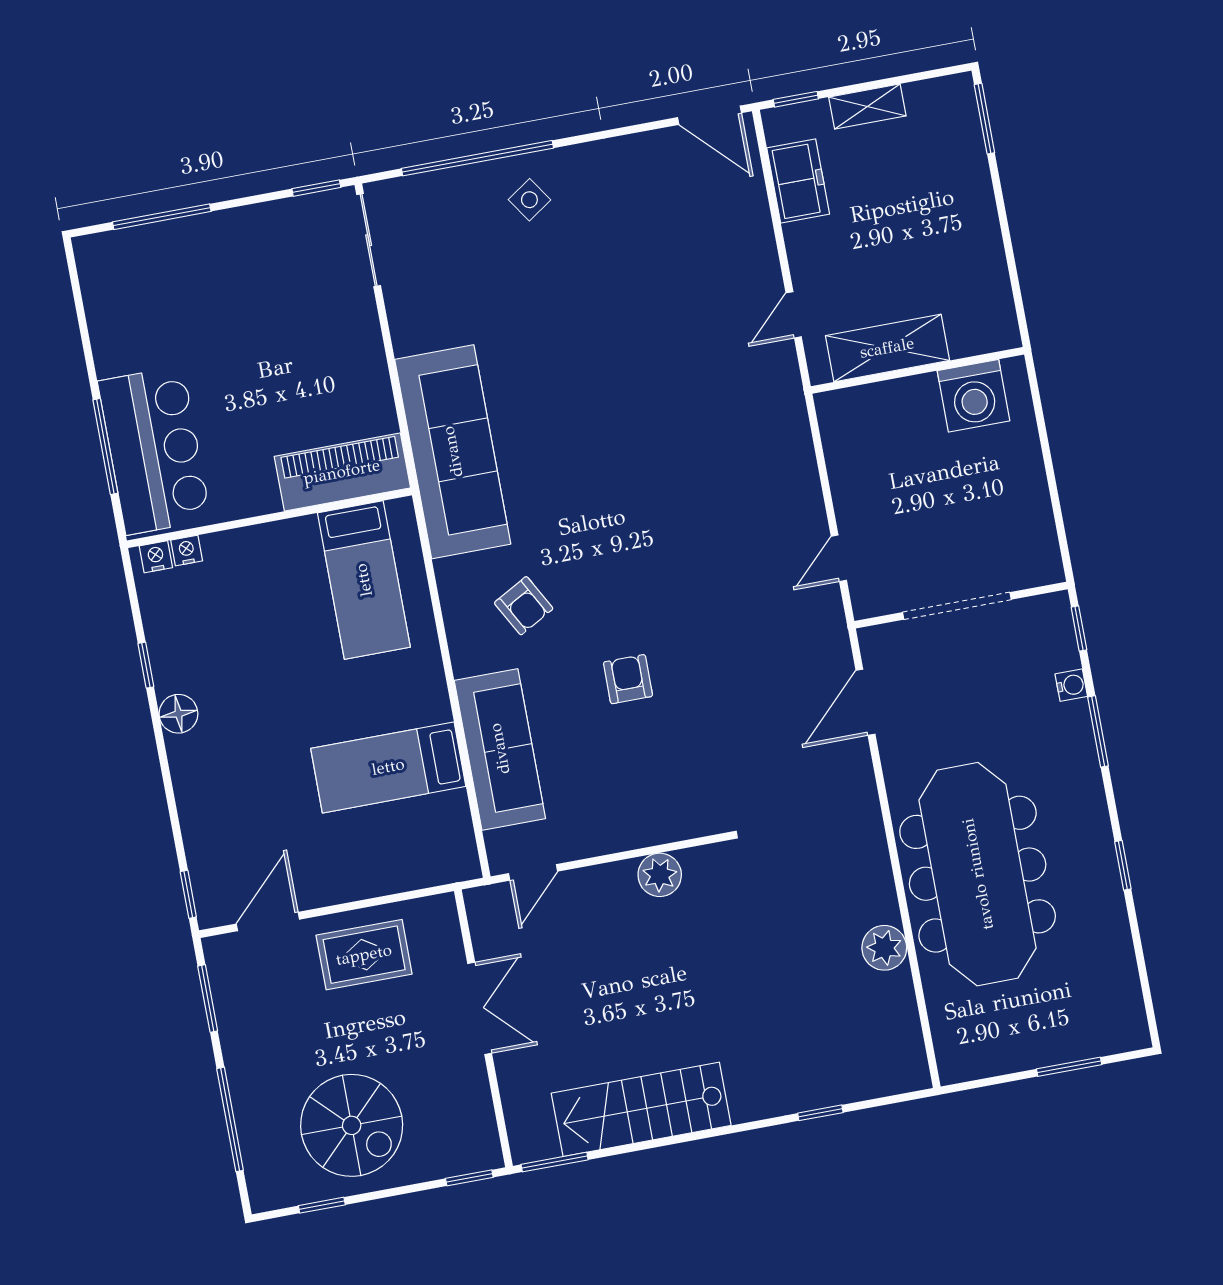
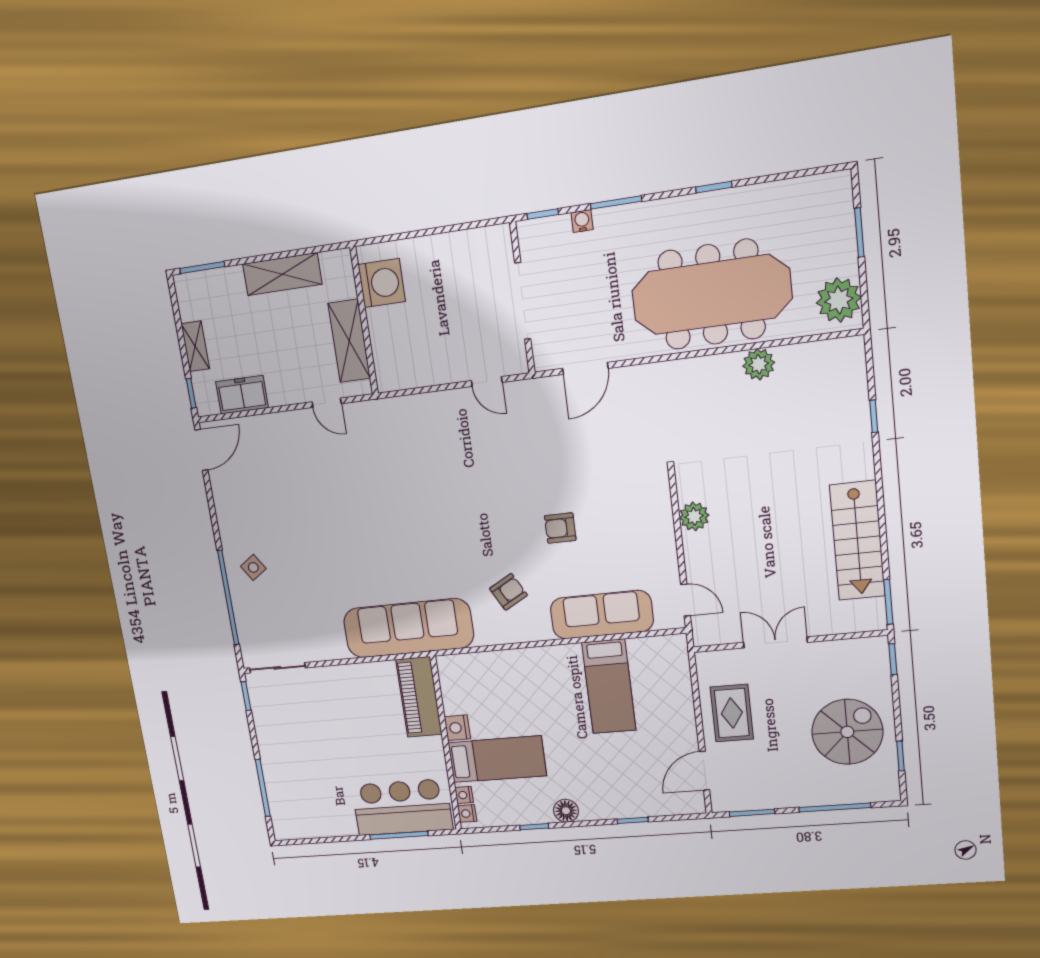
shelving: (980, 244) -> (282, 274), added
nightstand: (298, 535) -> (457, 728), added
bed: (364, 580) -> (497, 759), moved
door: (865, 702) -> (585, 368), hinge flipped
window: (188, 894) -> (633, 820), moved
door: (268, 922) -> (704, 771), hinge flipped
plant: (978, 1049) -> (839, 300), added

